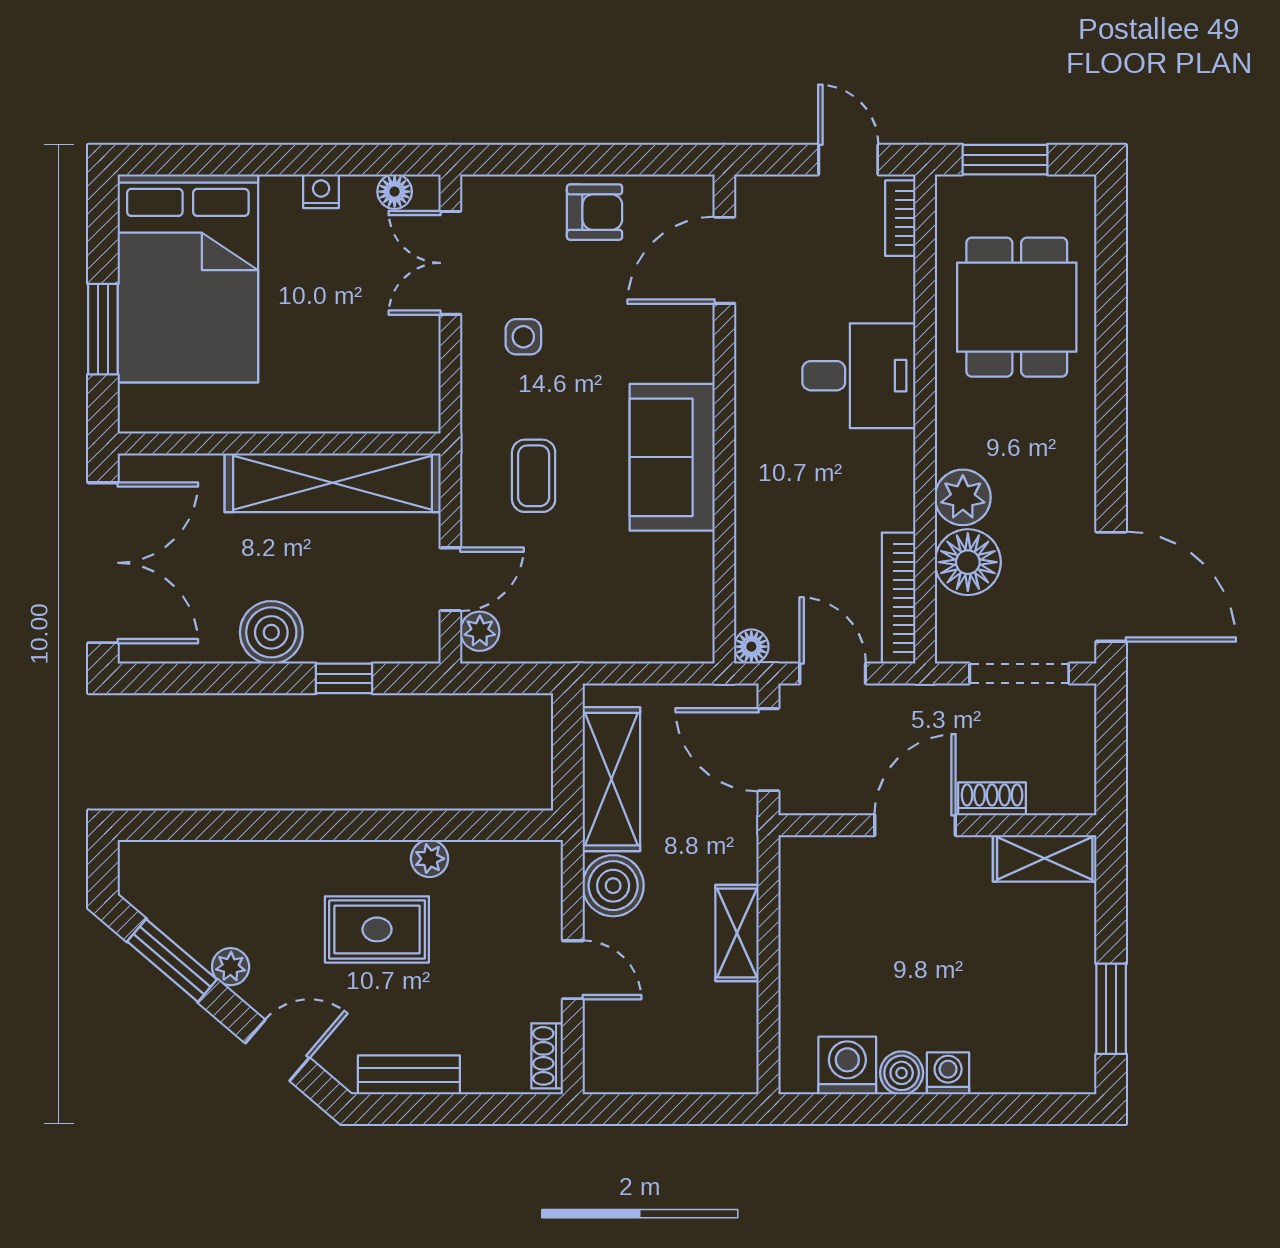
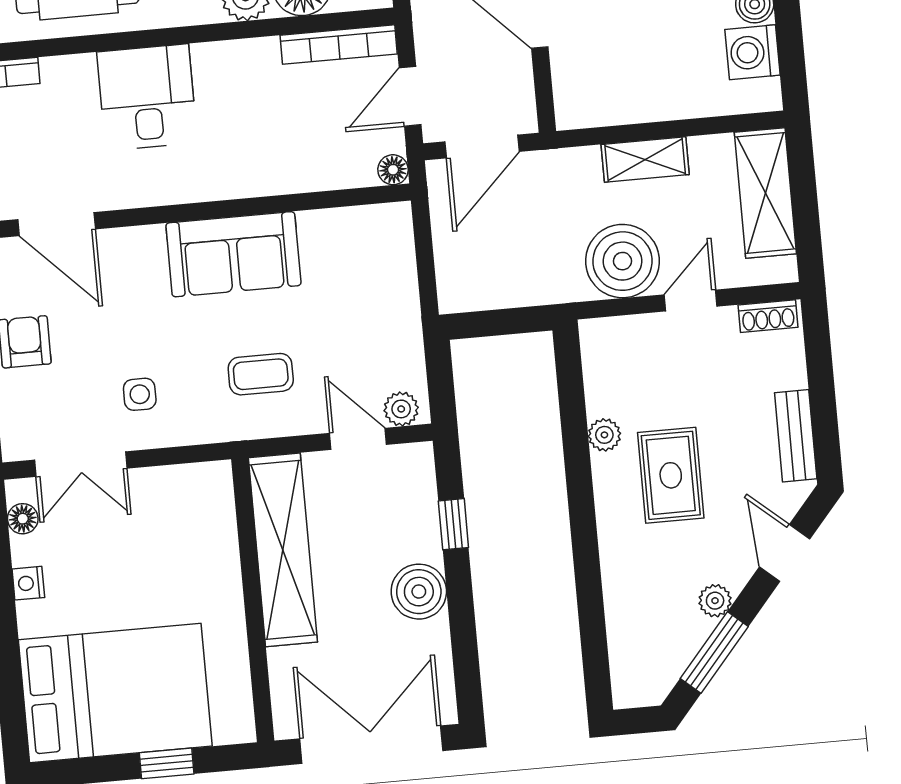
window: (103, 329) -> (167, 763), width x0.67
shelving: (611, 779) -> (765, 193), moved, turned 90
boiler: (613, 886) -> (622, 261), width x1.37, depth x1.37

